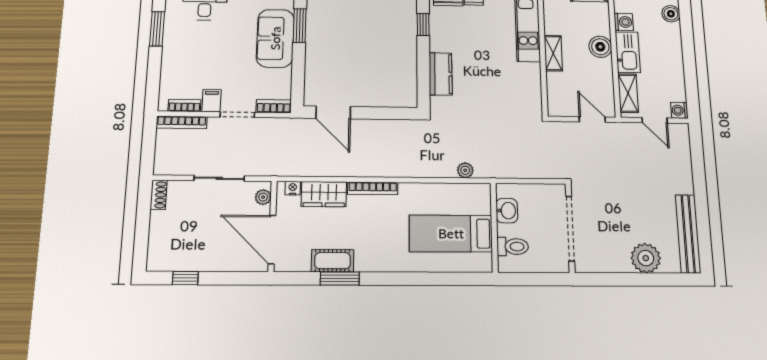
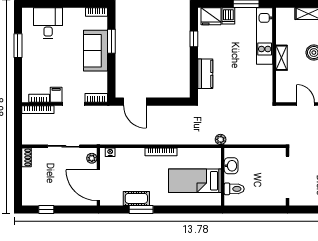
wardrobe: (324, 194) -> (130, 156), removed
washbasin: (507, 211) -> (231, 166), moved
wall: (494, 227) -> (223, 177), moved
bed: (451, 233) -> (195, 181), moved
toilet: (513, 247) -> (234, 189), moved

